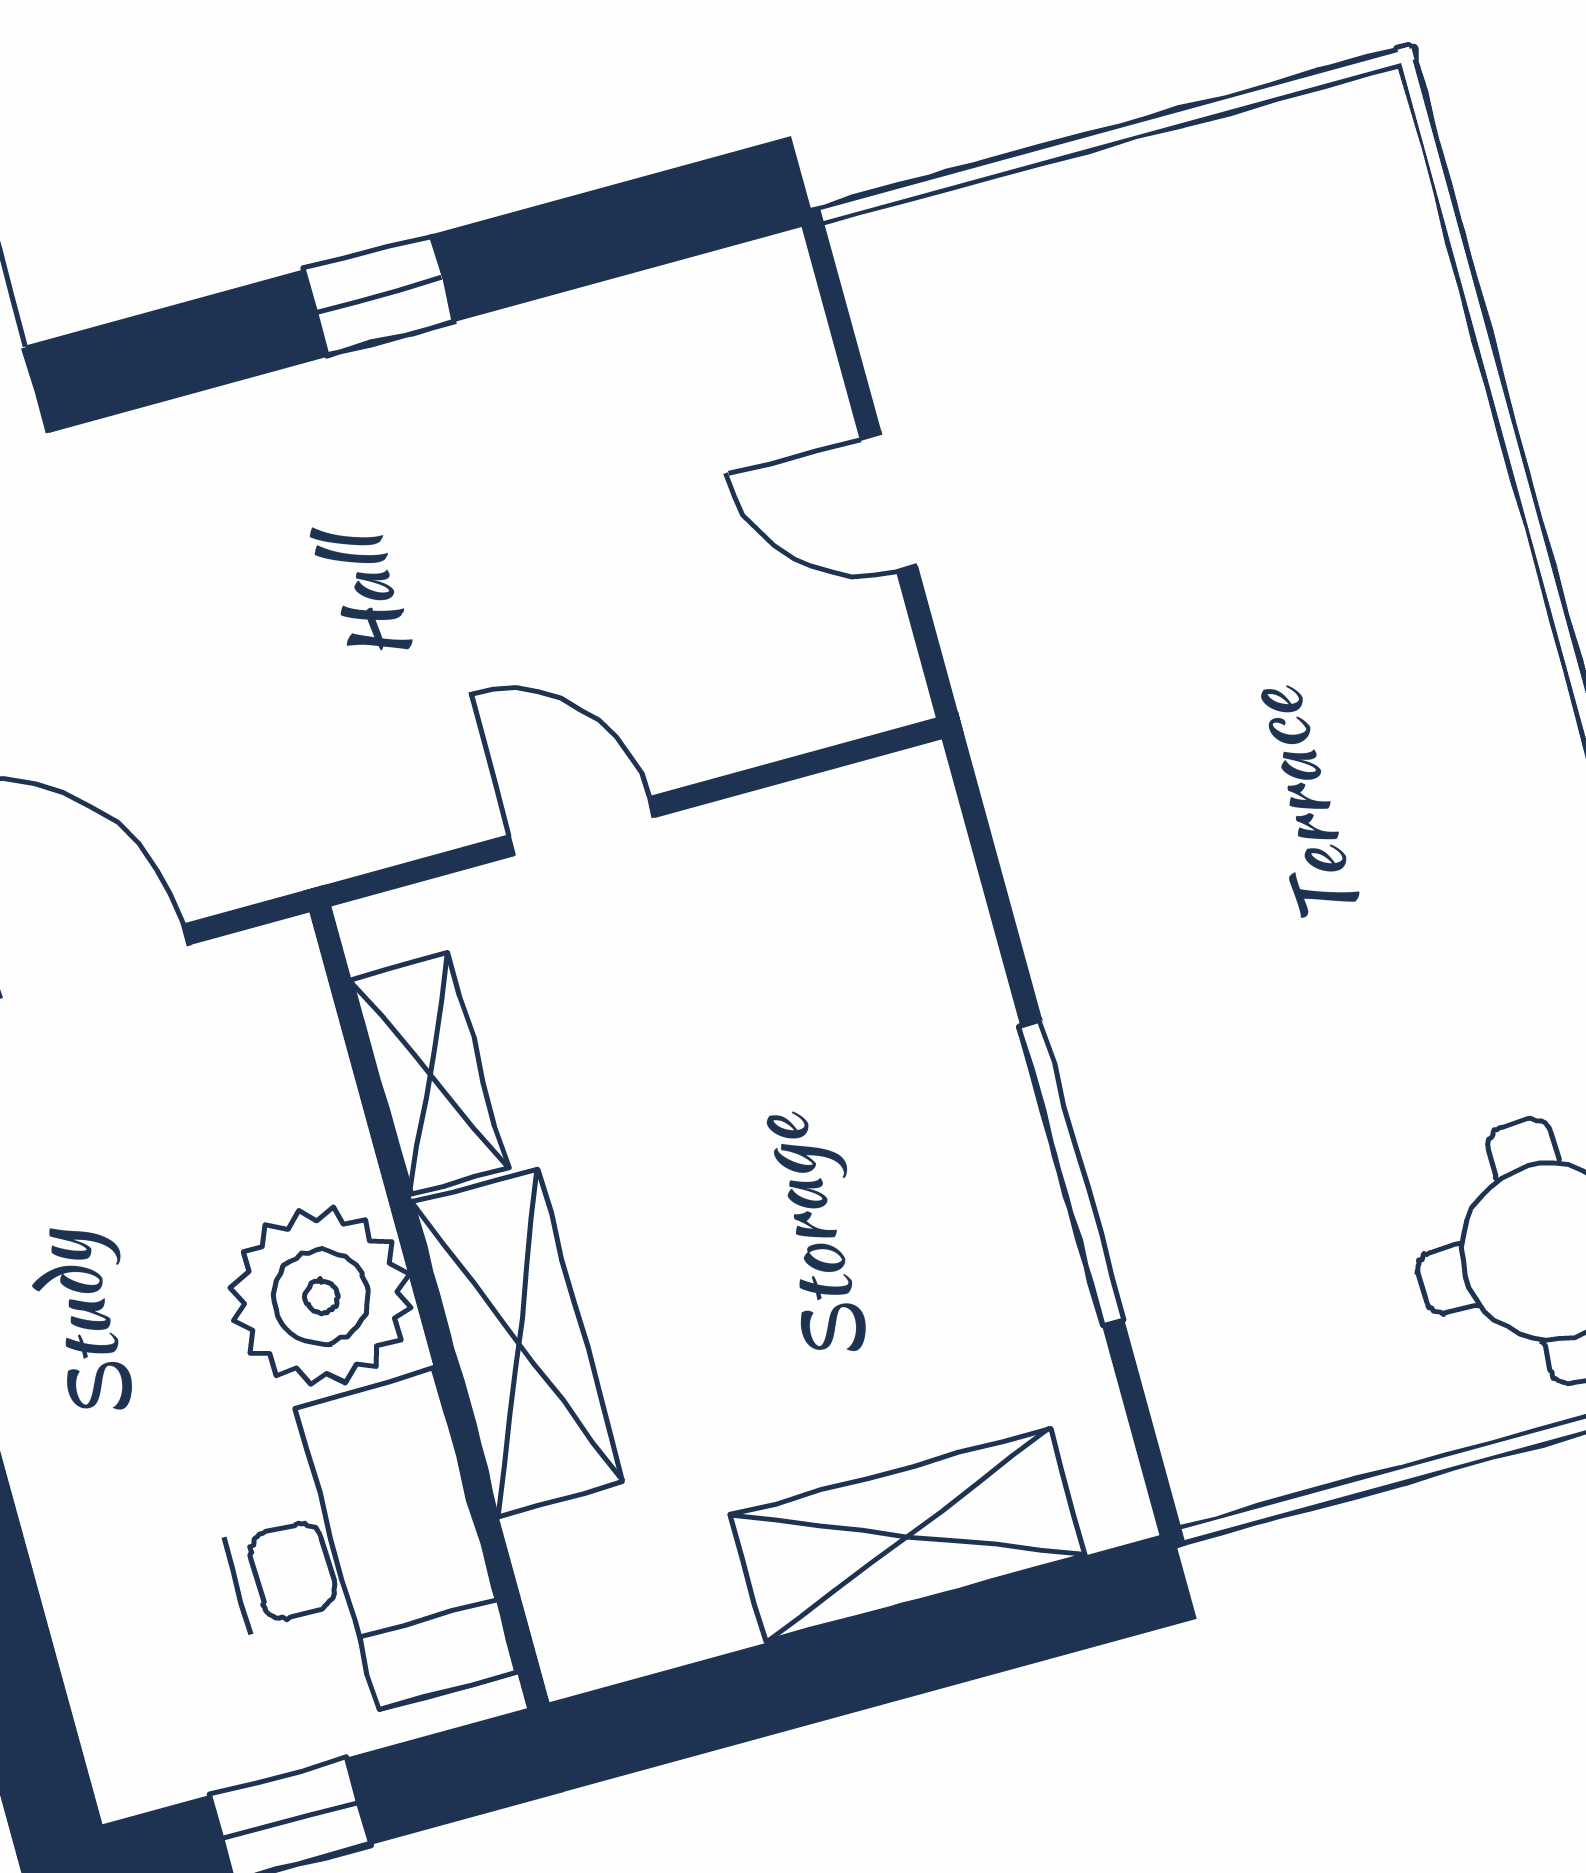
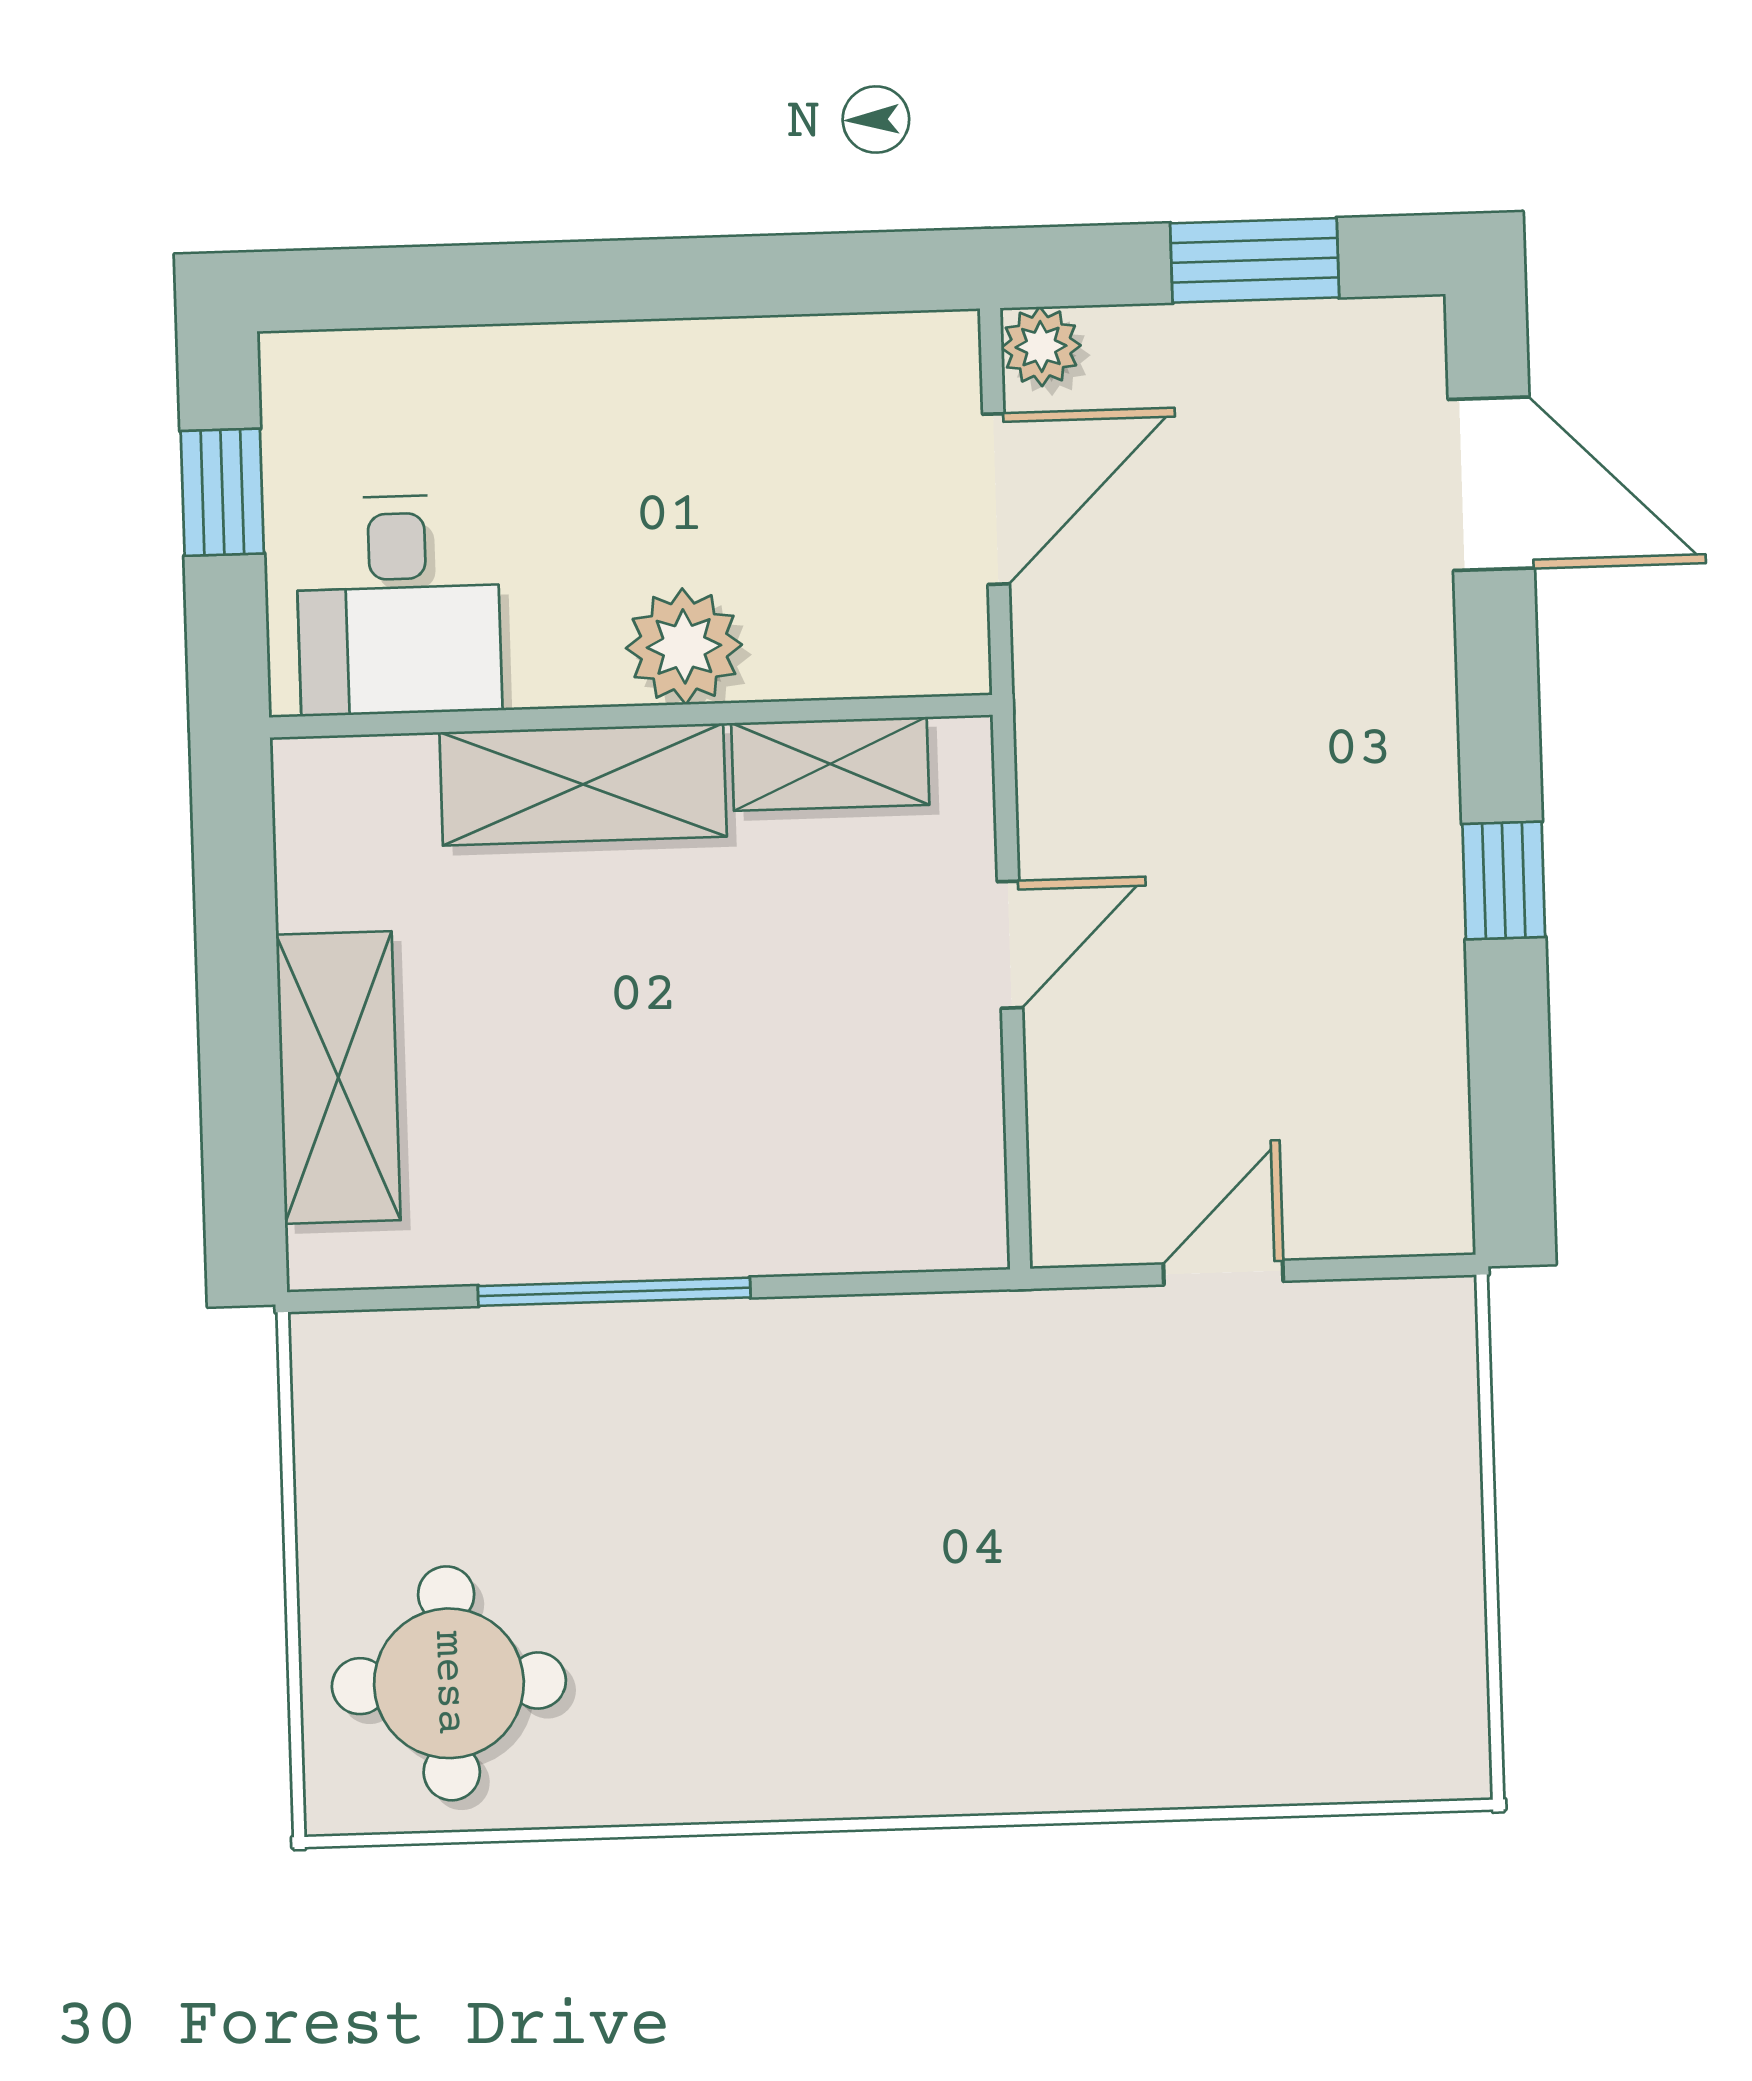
plant: (321, 1297) -> (684, 646), width x0.73, depth x0.73
desk: (357, 1553) -> (399, 605), width x0.73

